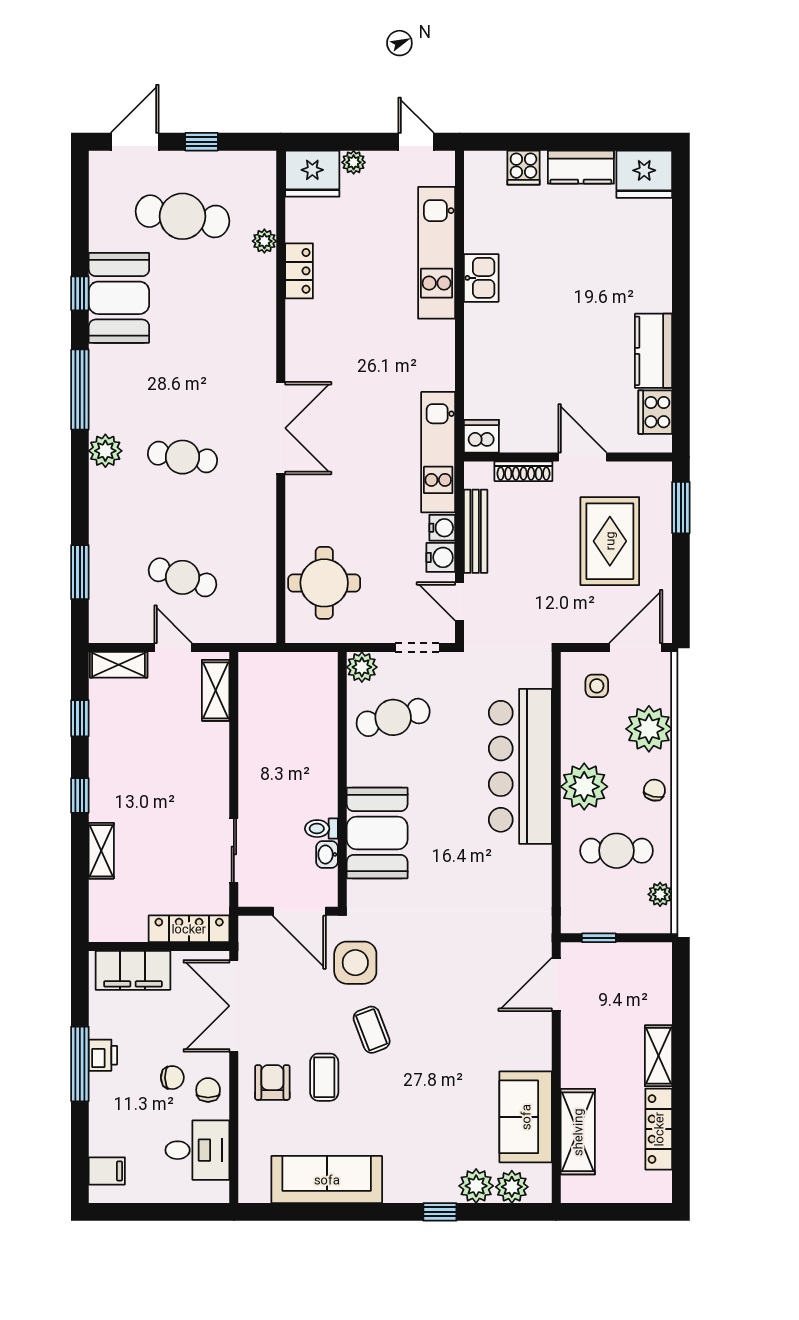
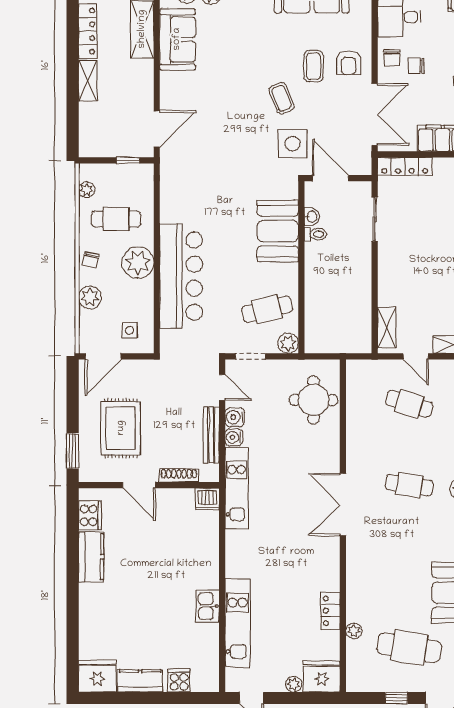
plant: (649, 729) -> (90, 297), width x0.73, depth x0.73

